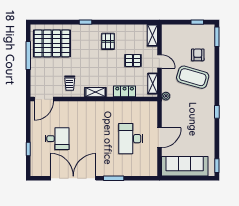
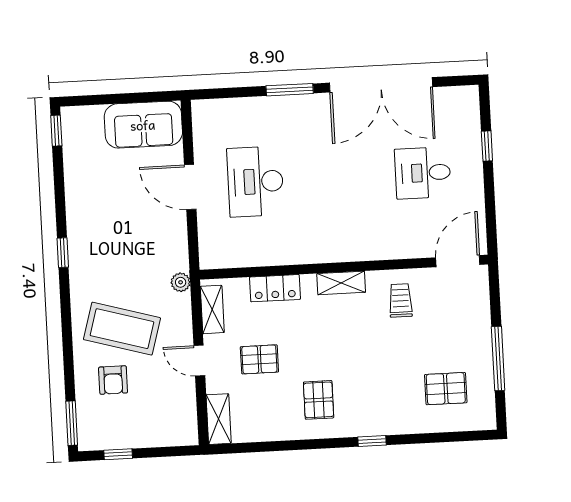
pallet: (52, 43) -> (446, 389), width x0.49, depth x0.50
door: (159, 138) -> (190, 187), hinge flipped
desk: (131, 139) -> (255, 182), turned 180
sofa: (185, 166) -> (143, 125), width x0.73

